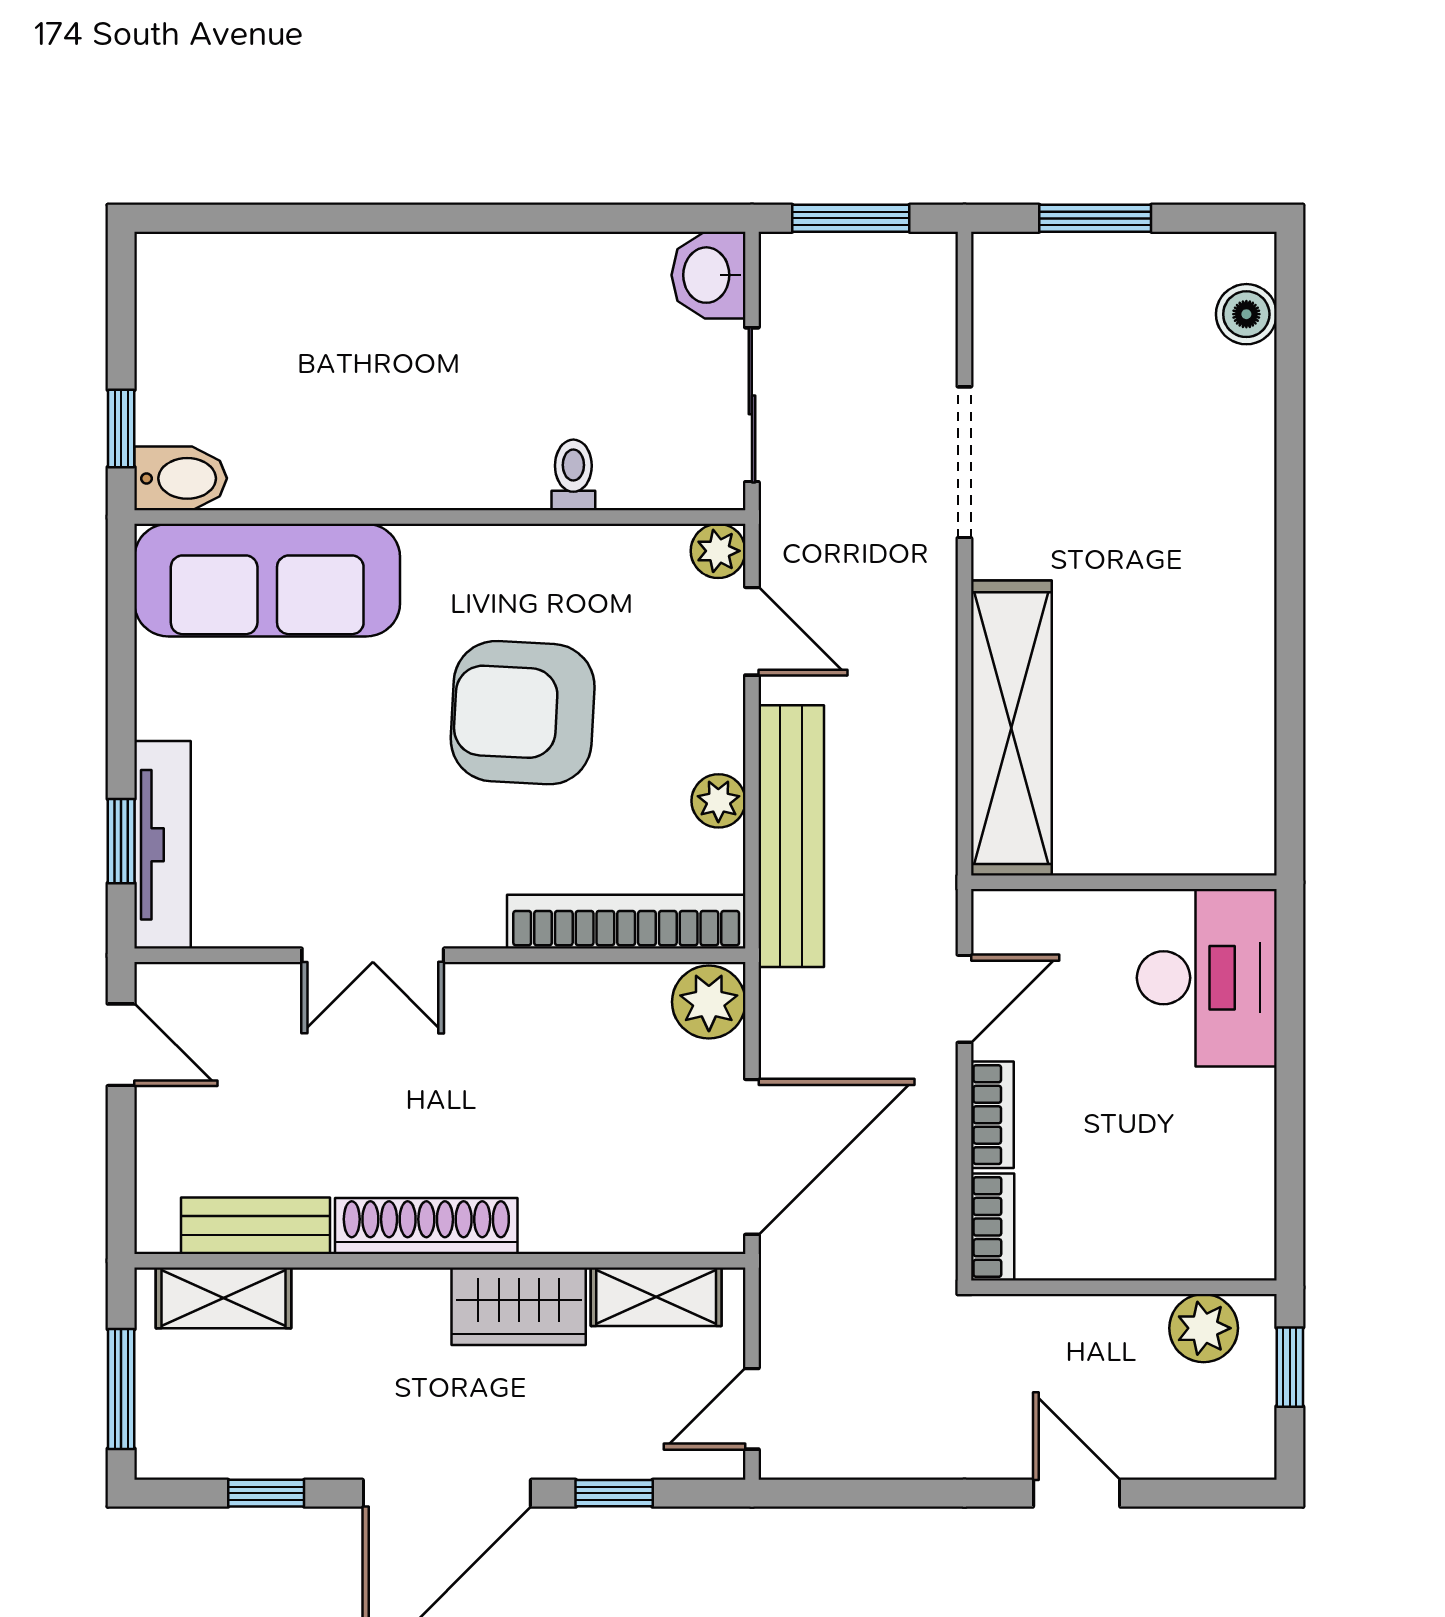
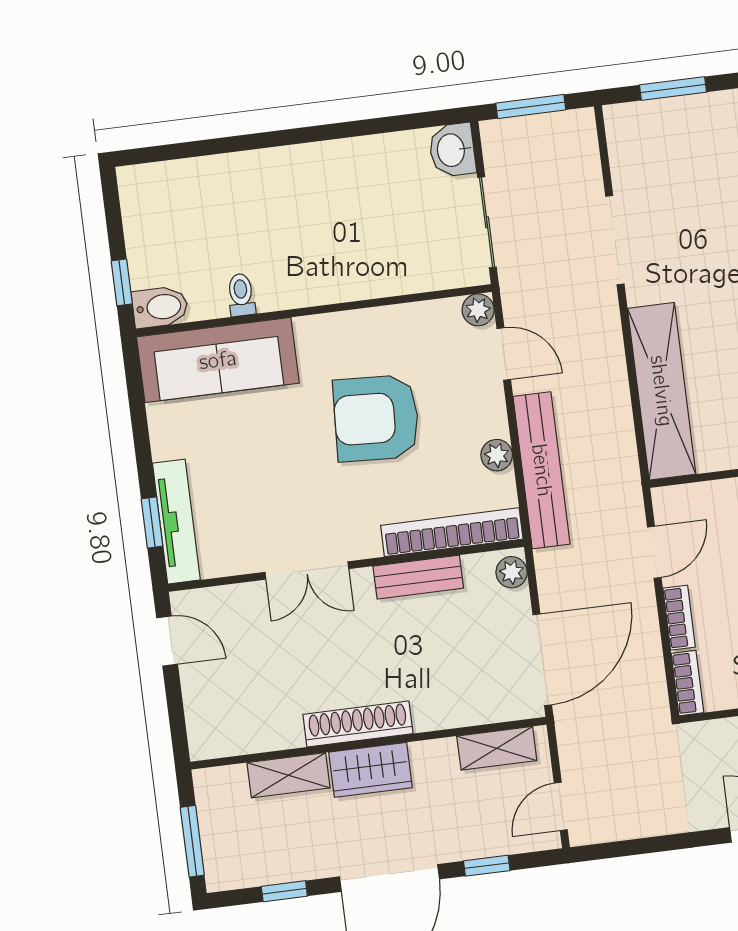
toilet: (573, 475) -> (241, 295), moved
plant: (709, 1002) -> (512, 572), width x0.73, depth x0.73
bench: (255, 1226) -> (418, 577), moved
shelving: (223, 1298) -> (288, 775), moved
wardrobe: (519, 1306) -> (371, 770), moved

